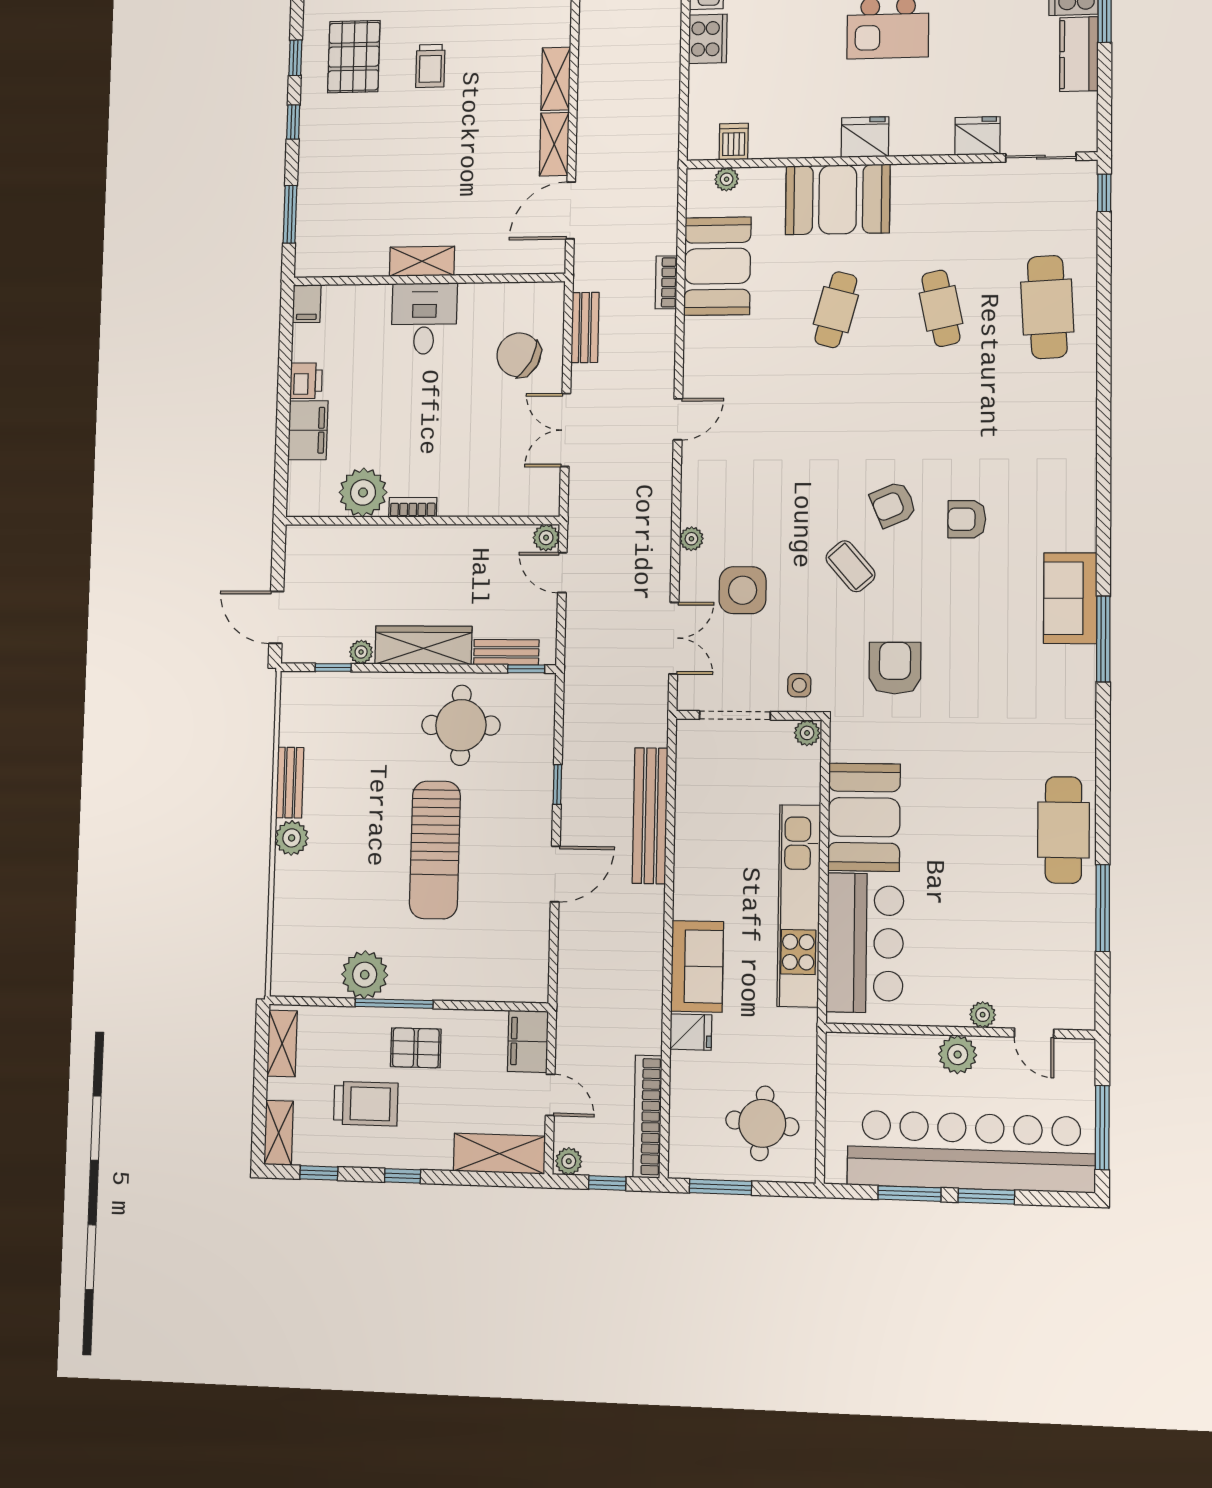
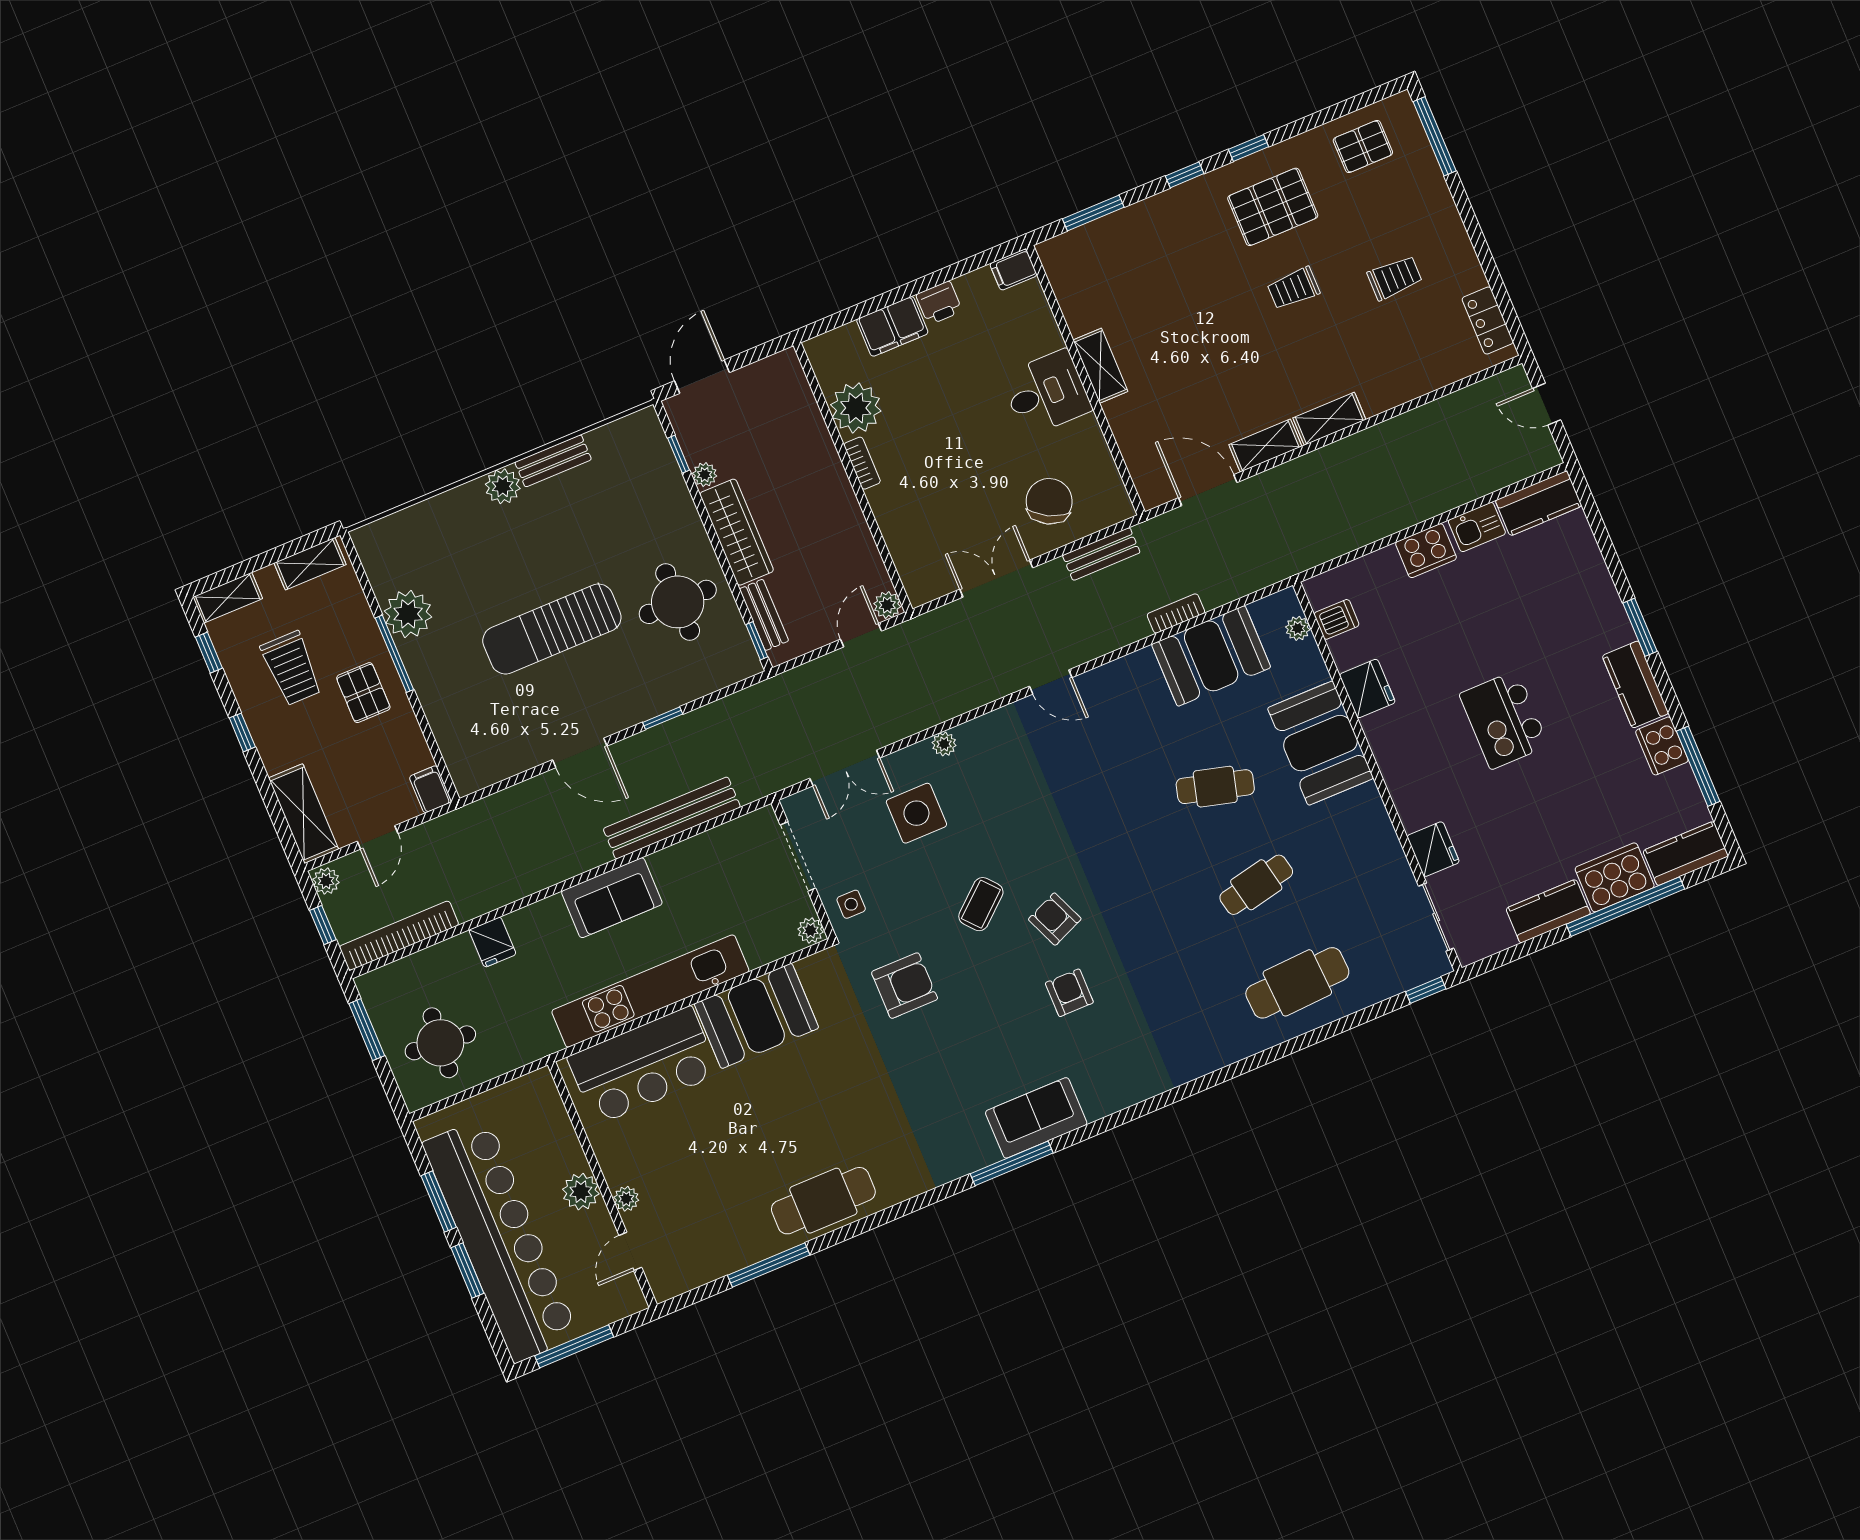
fridge: (865, 137) -> (1367, 689), moved
sofa: (697, 966) -> (612, 898), moved
filing cabinet: (528, 1041) -> (430, 789), width x0.50

